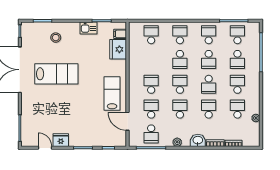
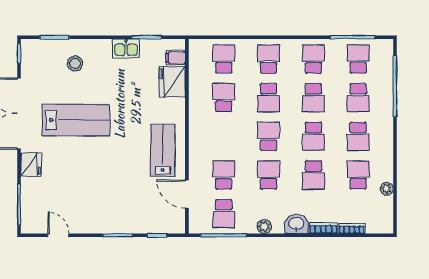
school desk: (151, 84) -> (224, 98), moved
school desk: (237, 84) -> (358, 136), turned 180
school desk: (209, 109) -> (313, 175), turned 180
fridge: (61, 140) -> (31, 165), moved, turned 90

